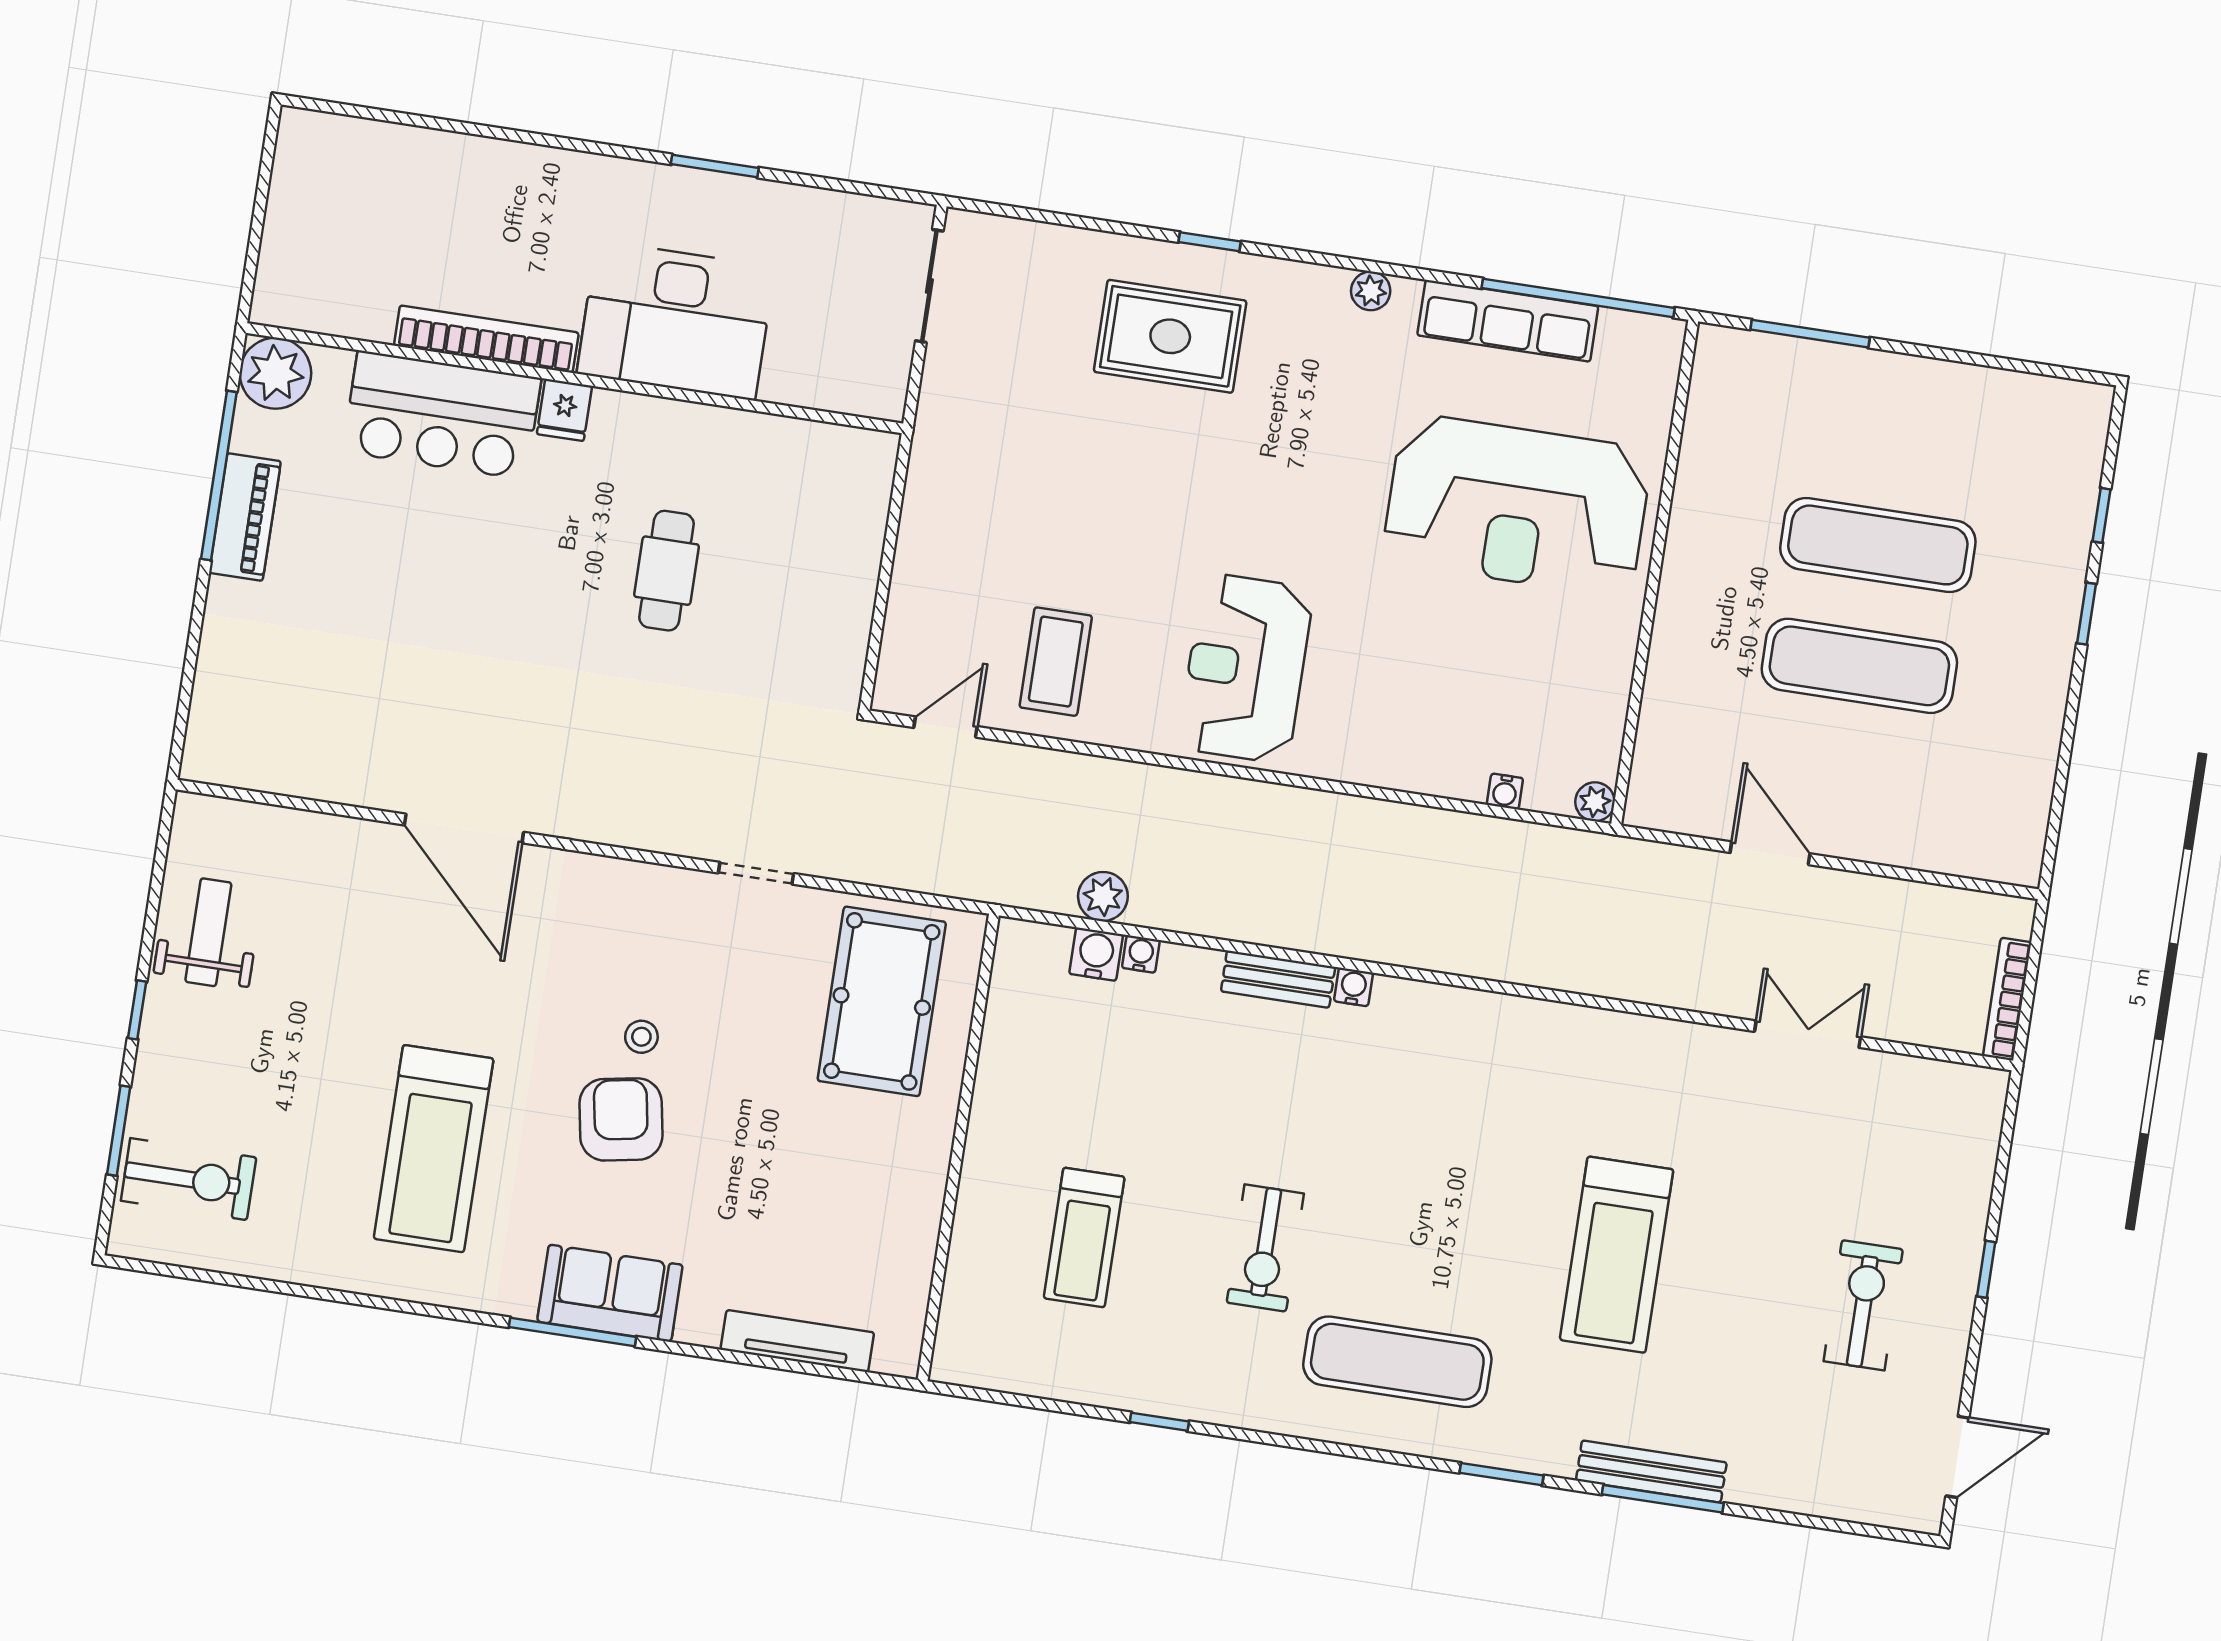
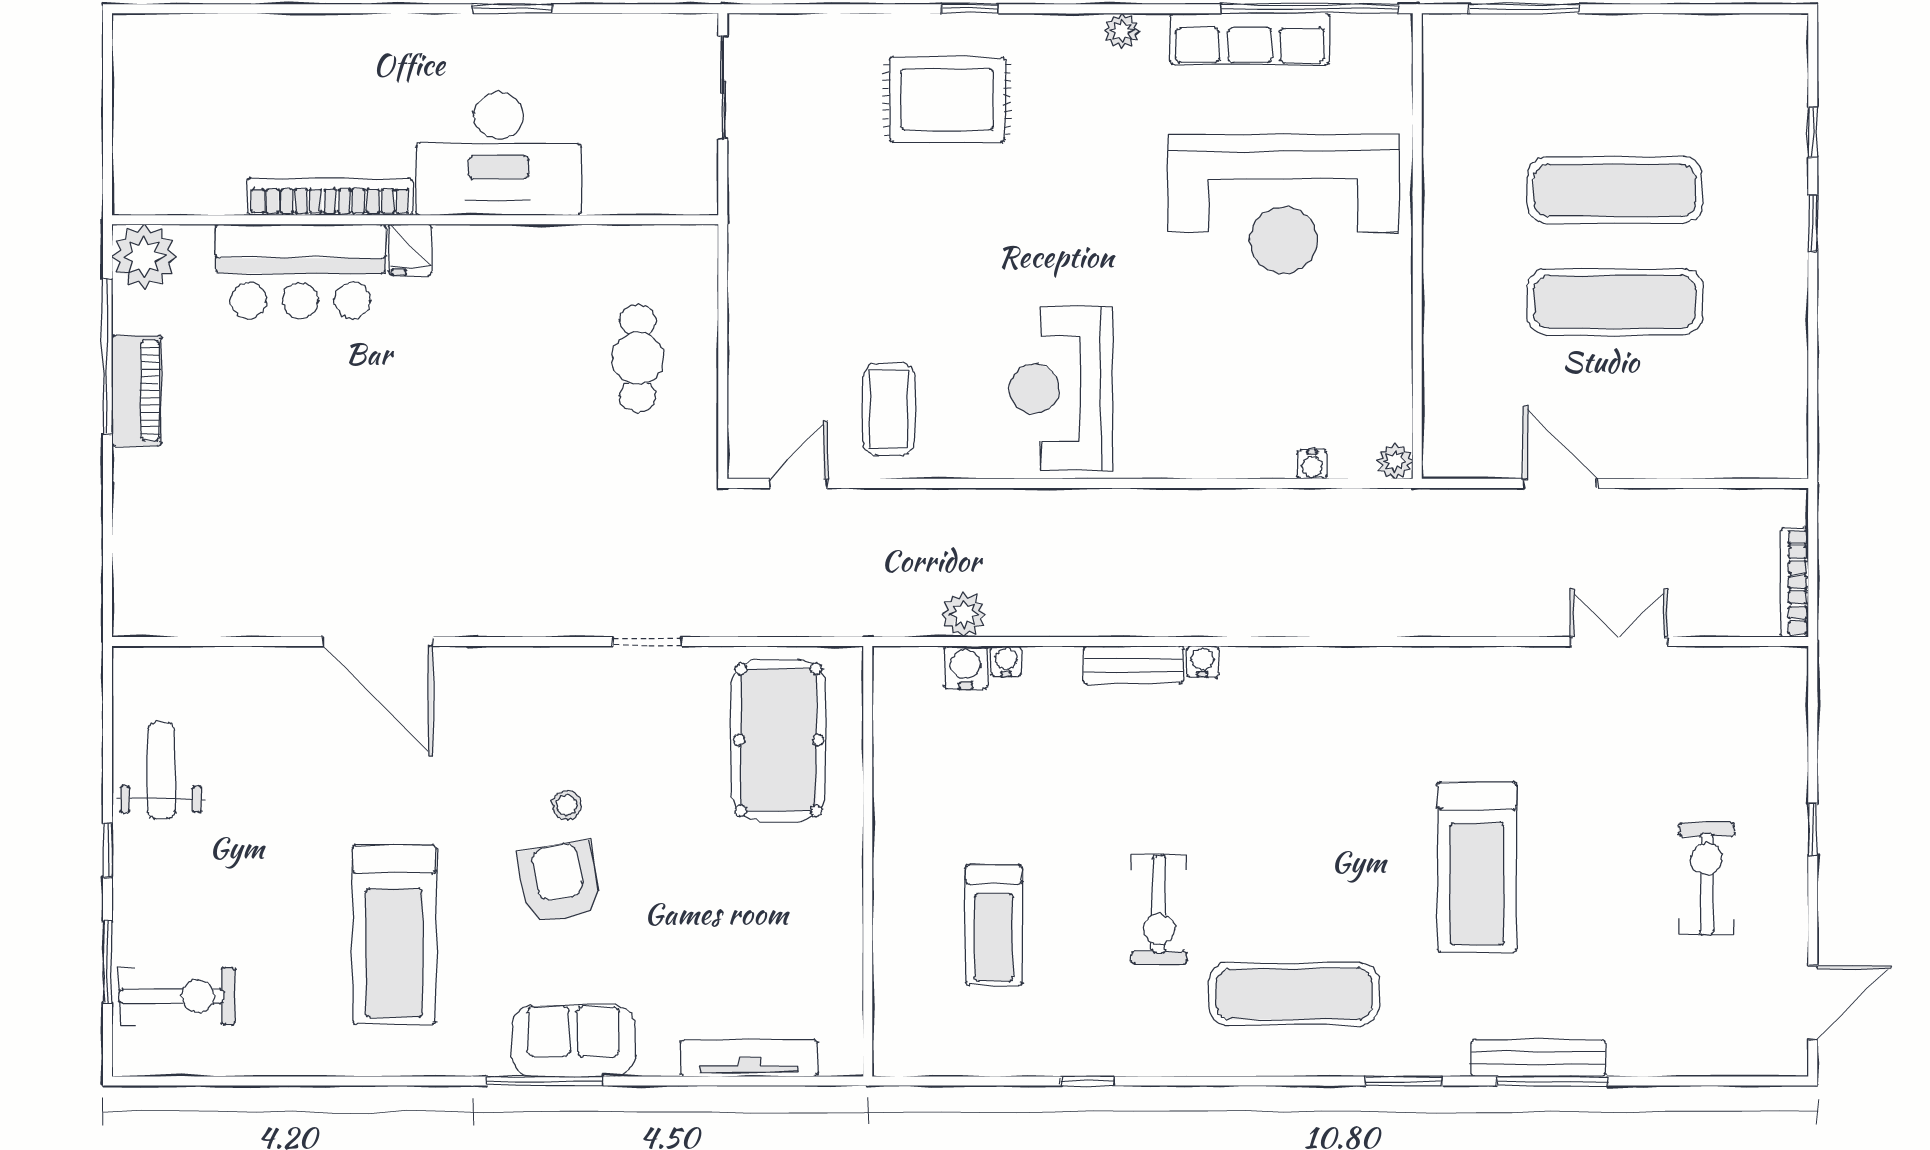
cafe table: (667, 571) -> (638, 358), moved

